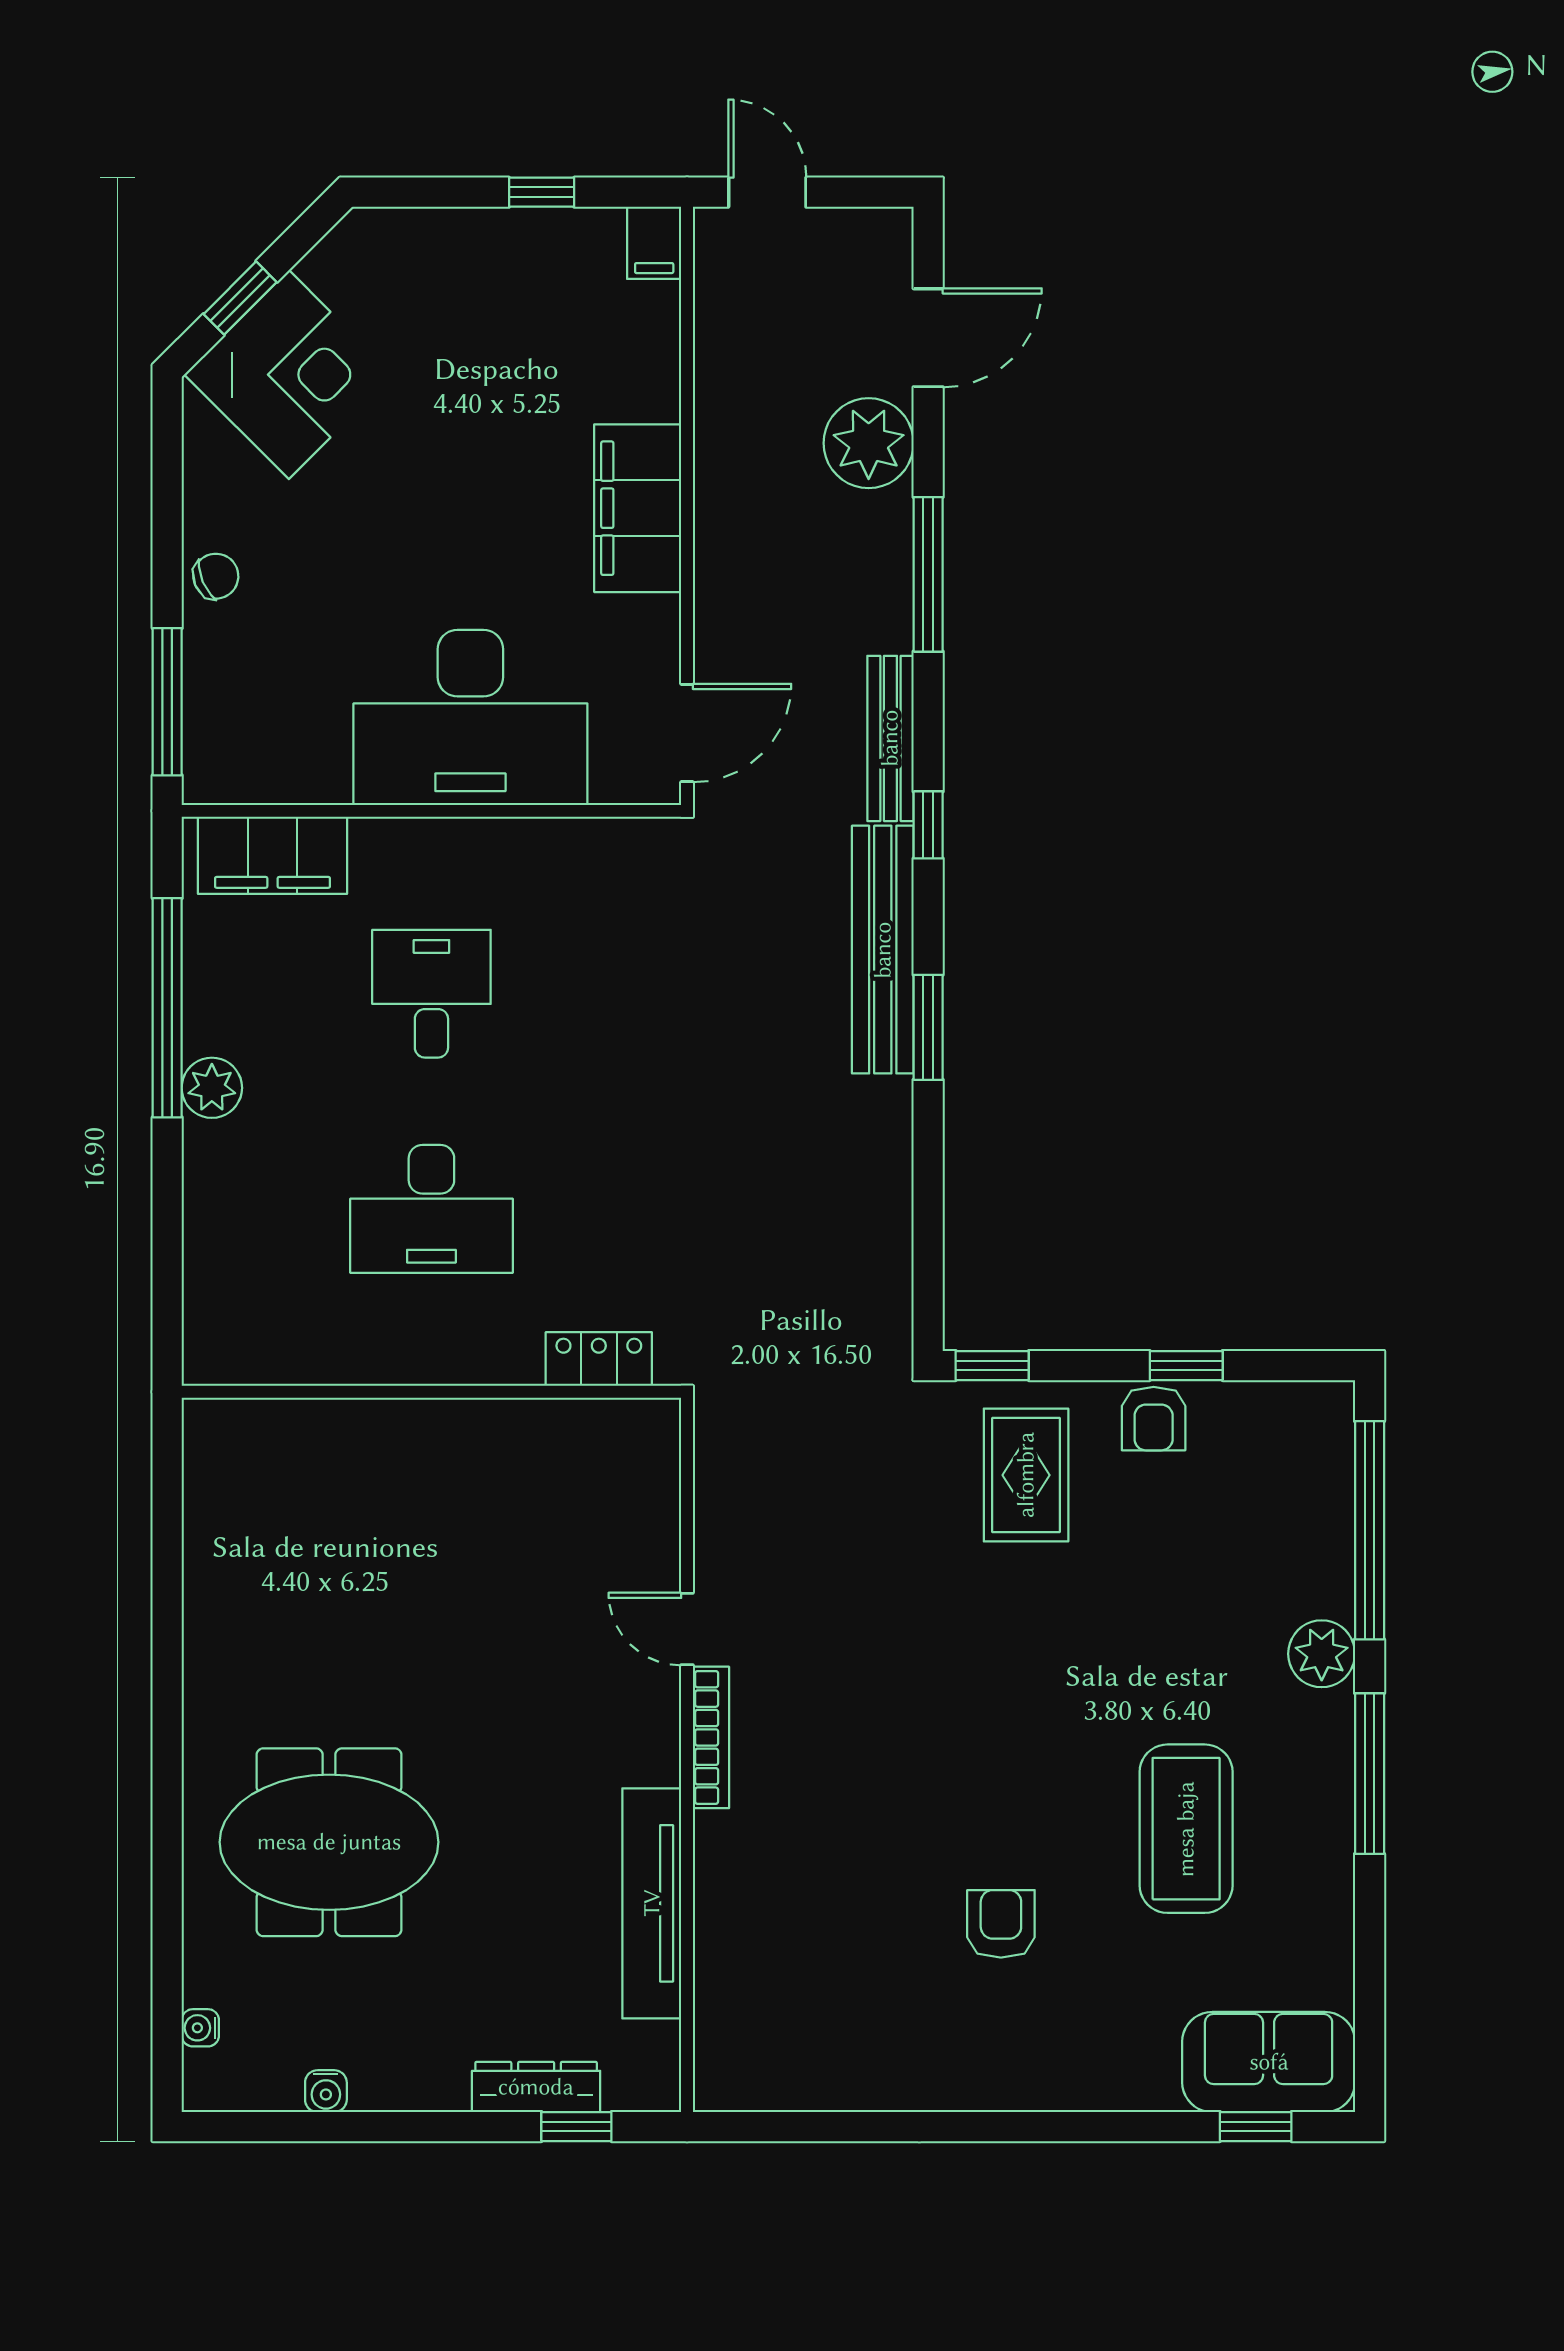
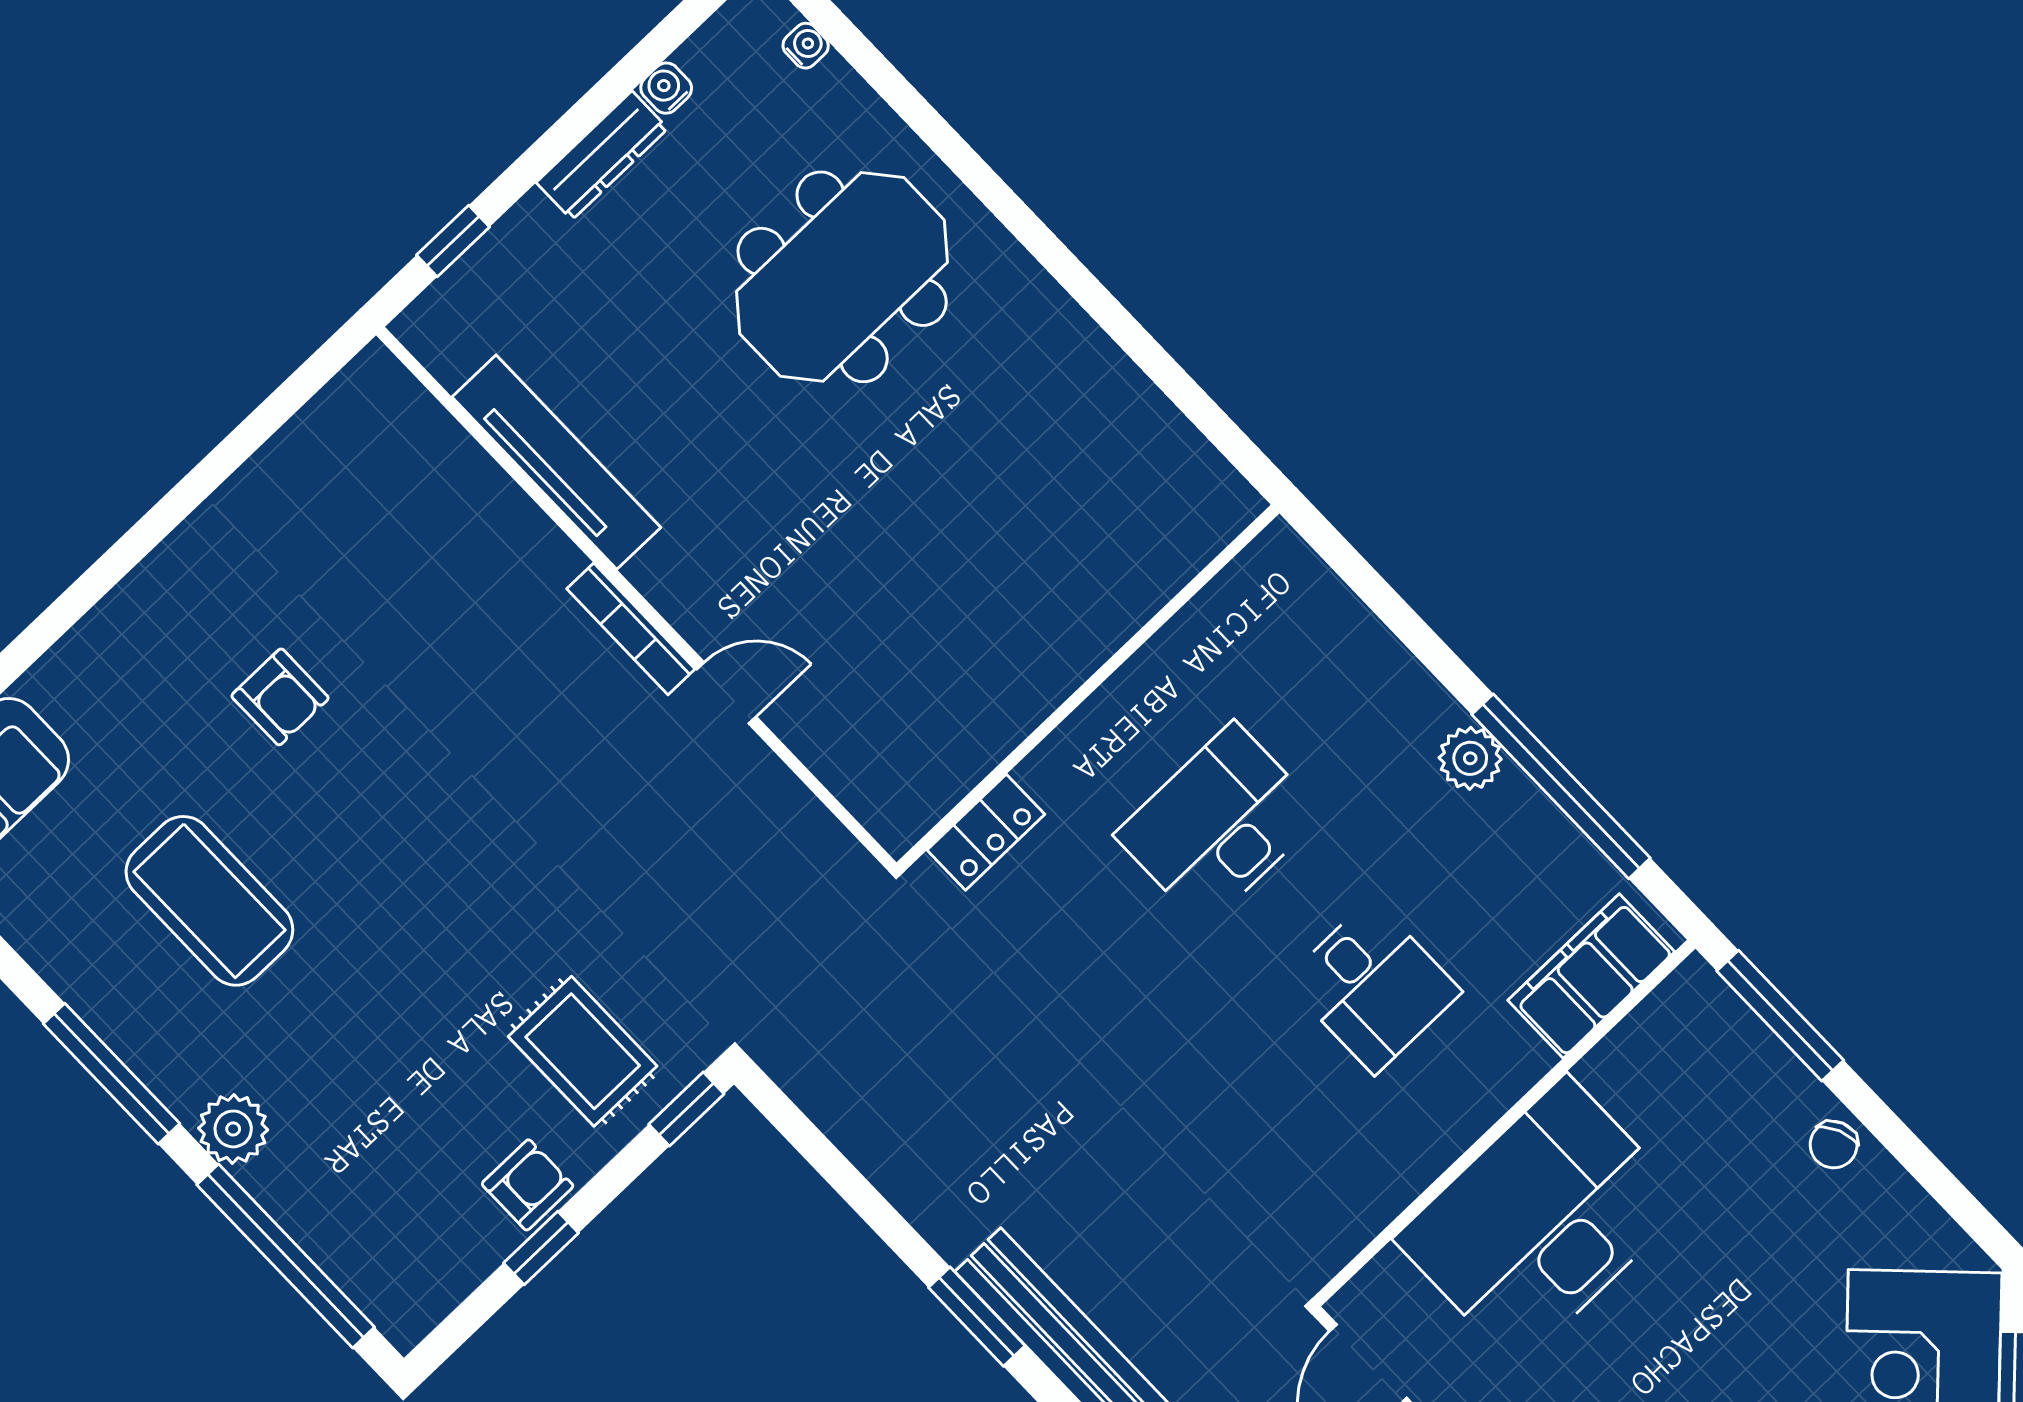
armchair: (1154, 1419) -> (528, 1185), turned 90
dresser: (536, 2087) -> (602, 155), moved

